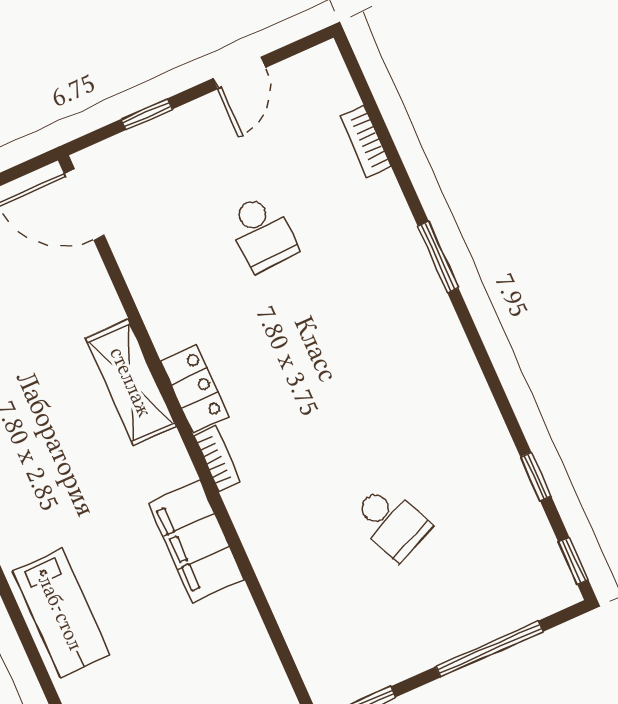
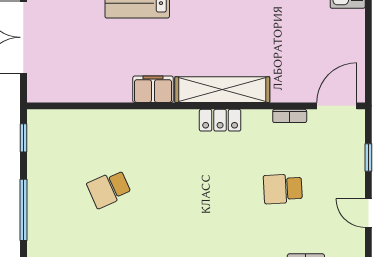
shelving: (131, 382) -> (222, 90), width x1.47
bookcase: (217, 459) -> (290, 116), moved
filing cabinet: (196, 541) -> (153, 89), width x0.67, depth x0.86

